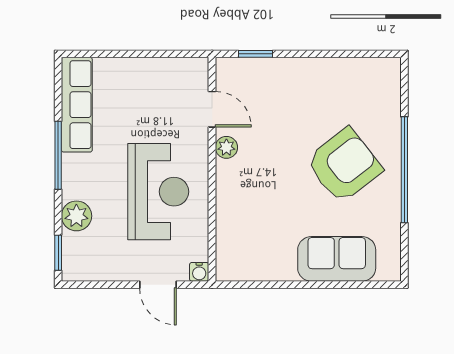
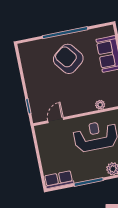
row of seats: (77, 105) -> (59, 180), width x0.68
plant: (226, 147) -> (100, 105), moved

